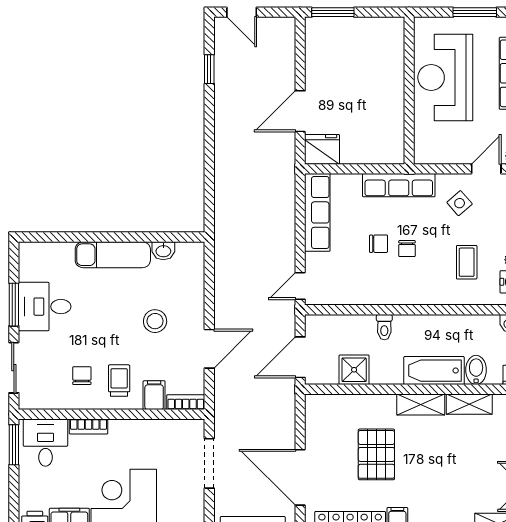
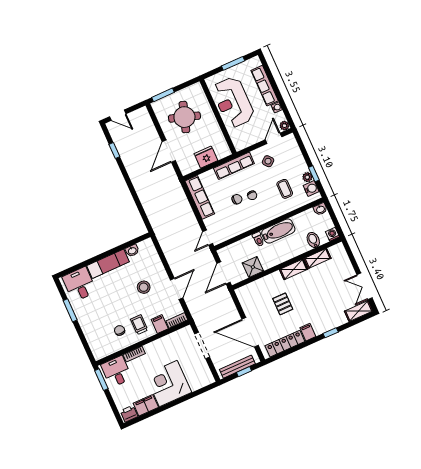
round table: (352, 66) -> (184, 117), added
fridge: (322, 149) -> (206, 157), moved
desk: (45, 307) -> (79, 284), moved, turned 90
sliding door: (14, 368) -> (84, 342), removed
bathtub: (434, 371) -> (278, 231), moved, turned 180
pallet: (376, 454) -> (283, 304), width x0.67, depth x0.71

